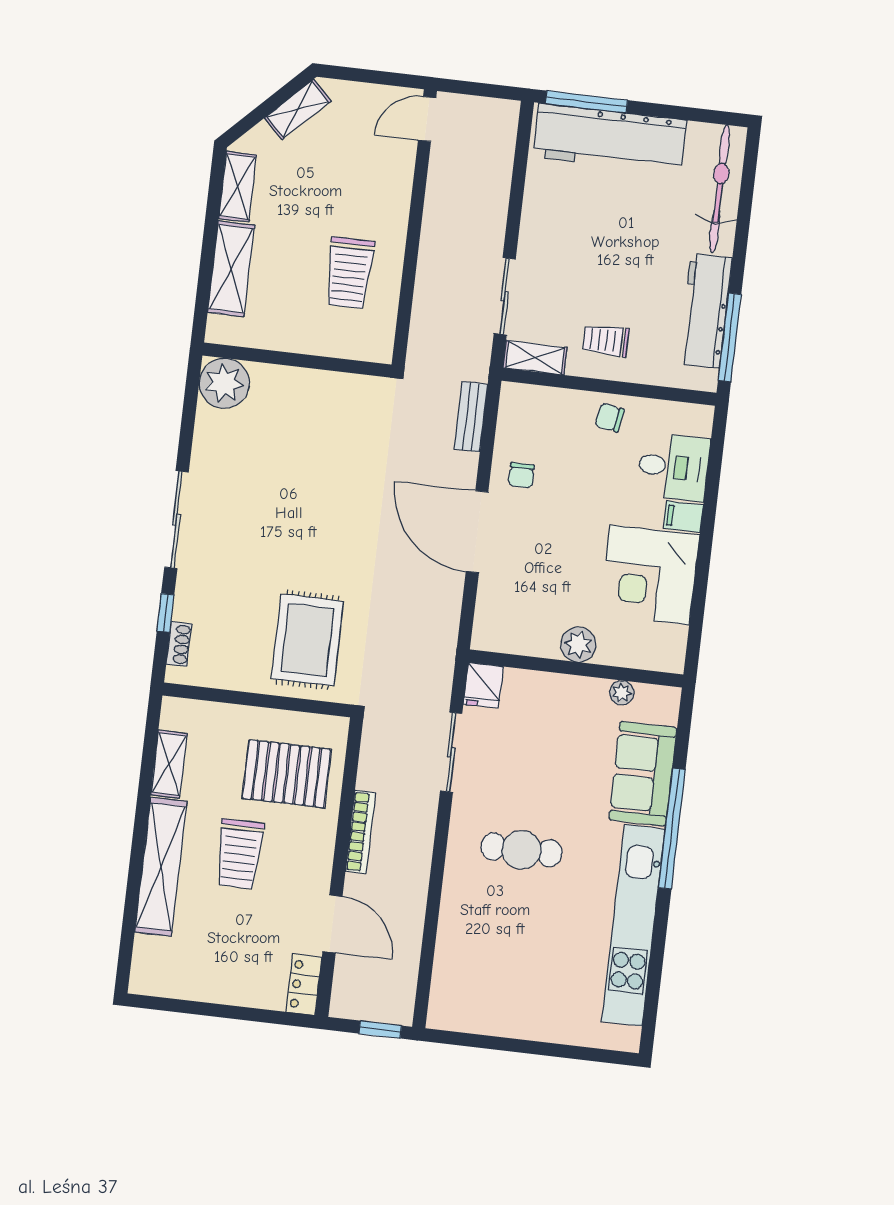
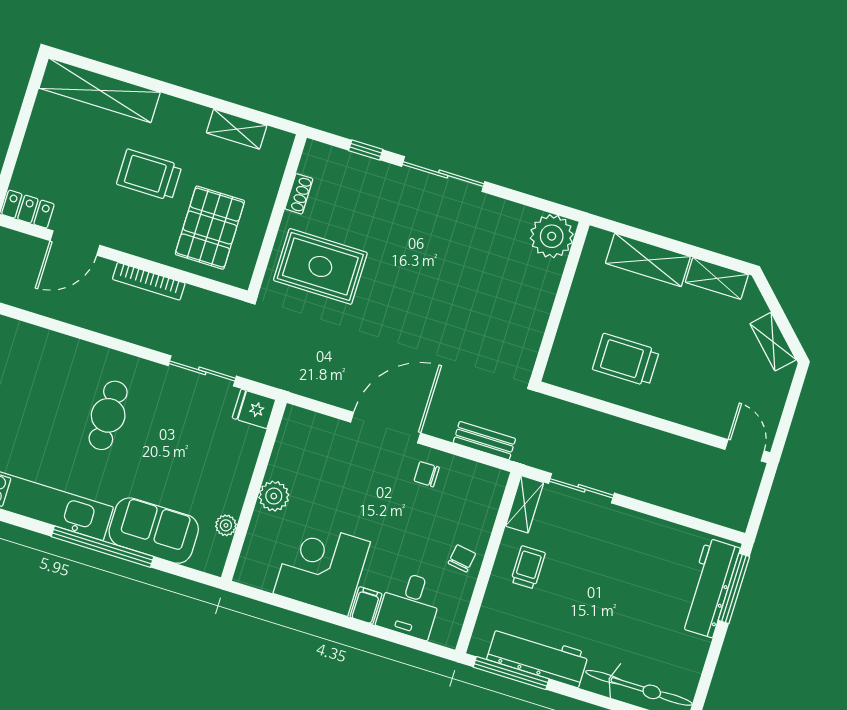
workbench: (610, 138) -> (710, 588), width x0.73, depth x0.76
shoe rack: (179, 644) -> (299, 194), moved, turned -90
shelving: (161, 867) -> (100, 90), moved

